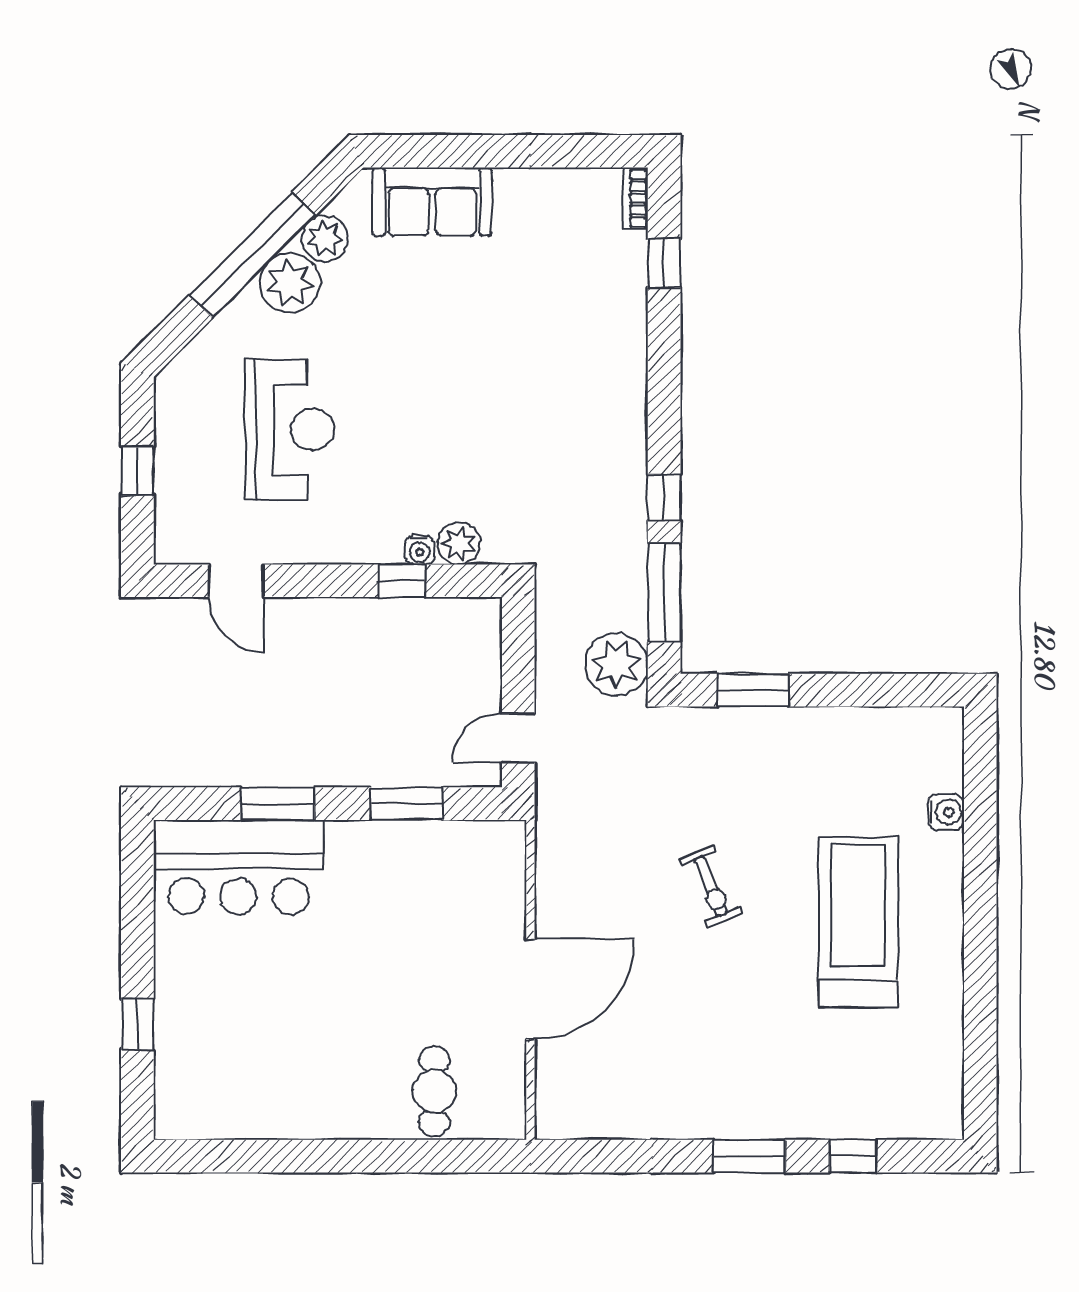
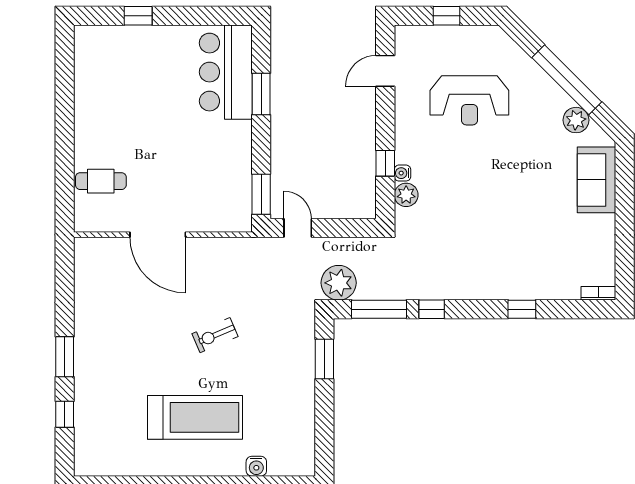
window: (664, 263) -> (522, 309), moved
plant: (290, 283) -> (551, 101), removed
window: (407, 804) -> (261, 194), moved

